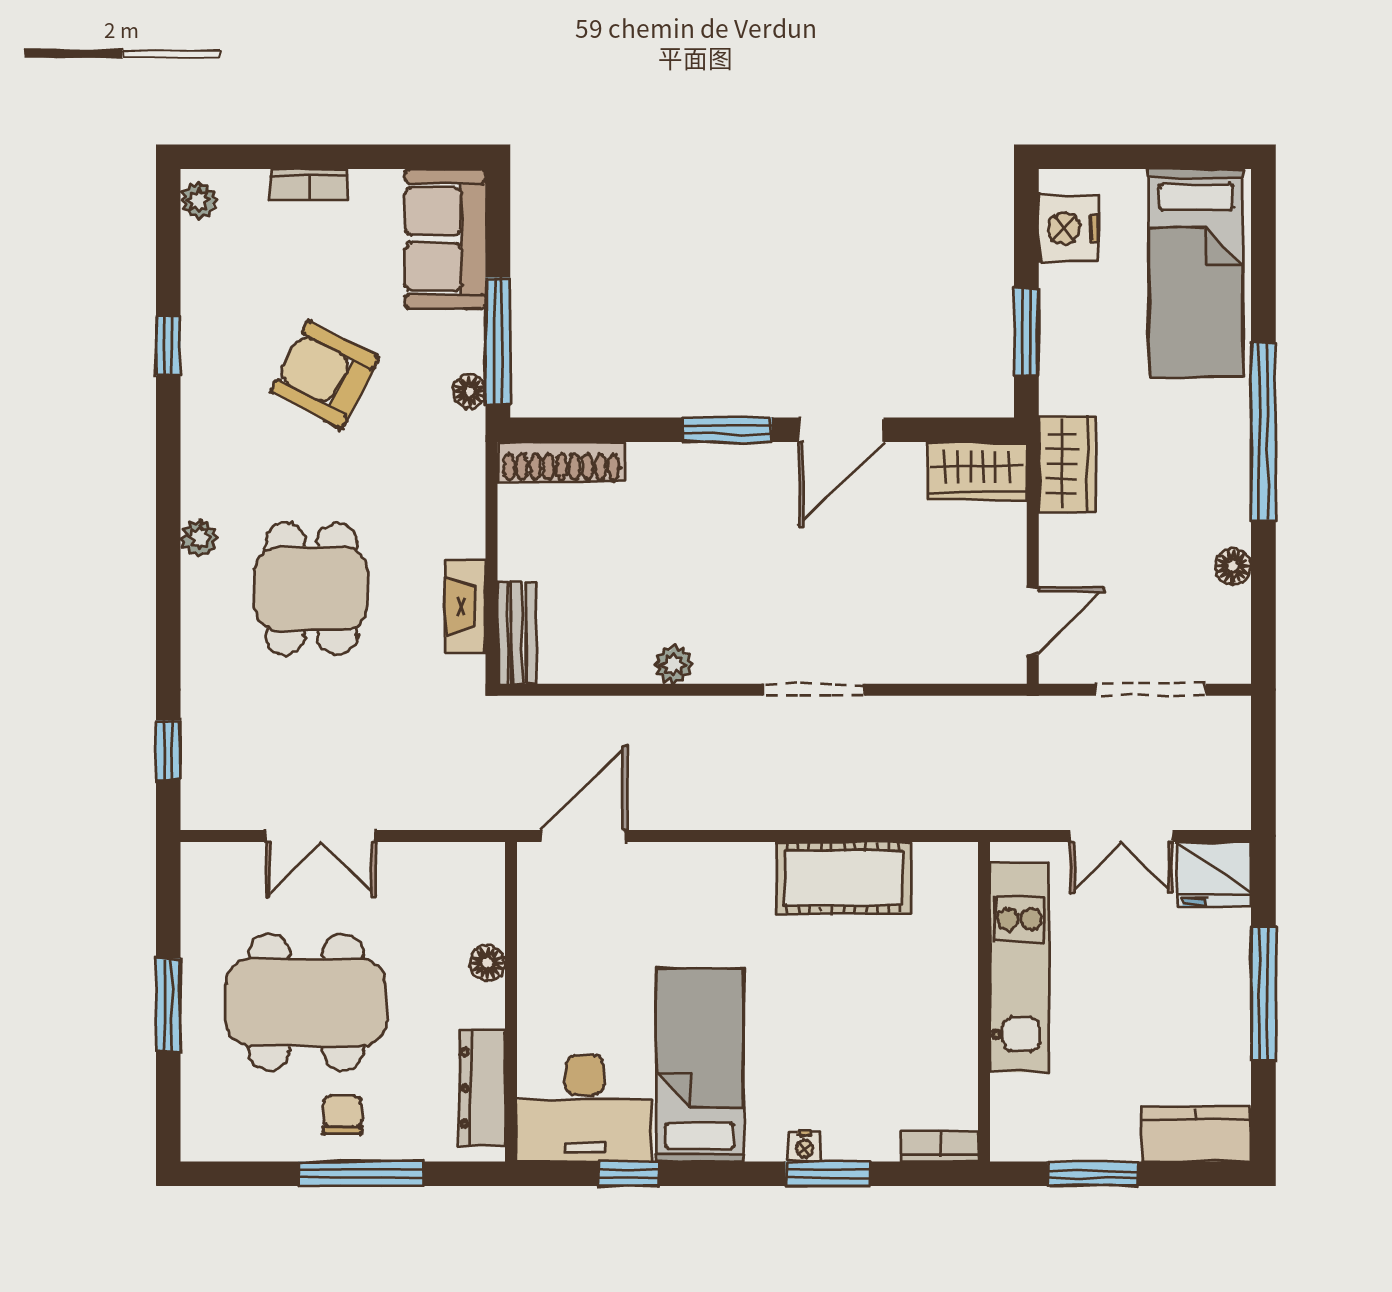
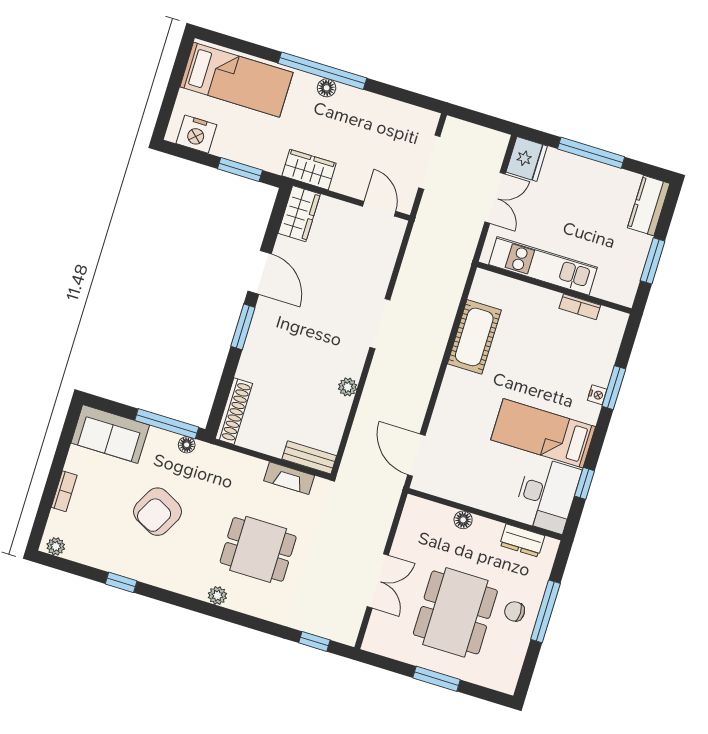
floor lamp: (1233, 566) -> (327, 88), moved
dresser: (482, 1088) -> (522, 541), width x0.70
bookcase: (939, 1146) -> (580, 307), moved, turned -90

